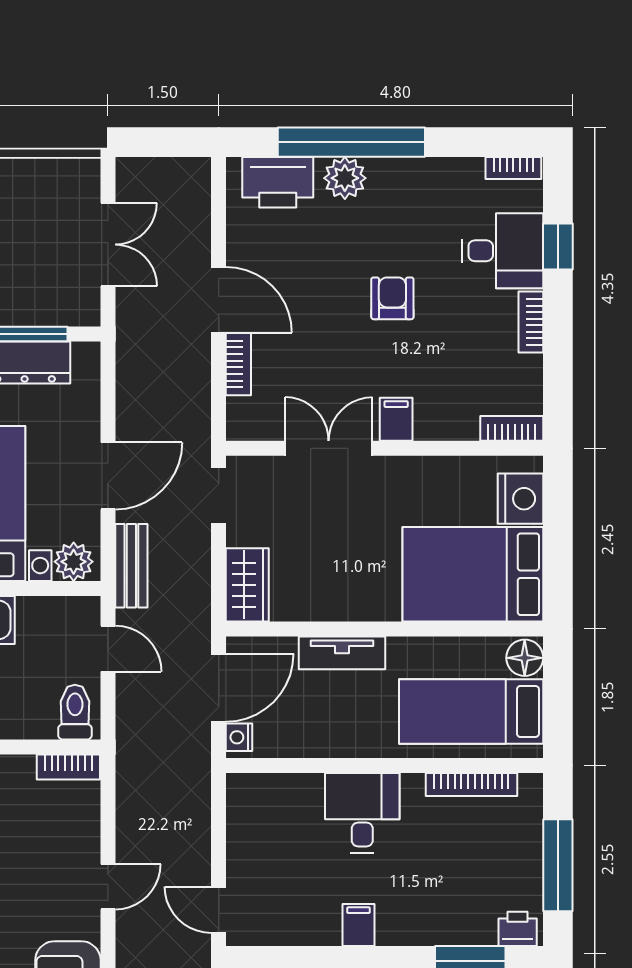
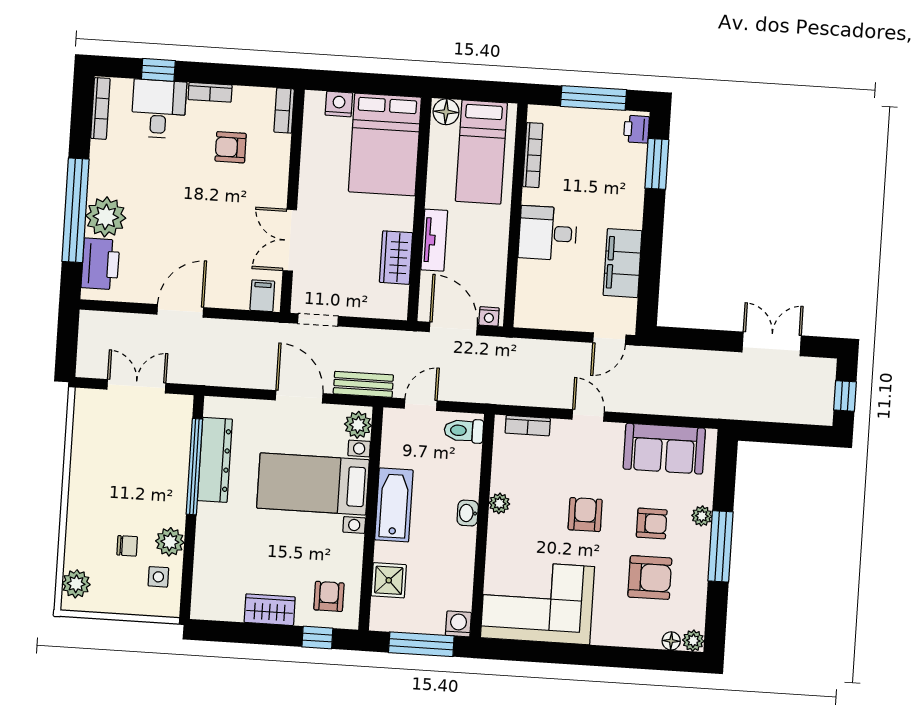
bookcase: (513, 168) -> (100, 108), width x1.56
plant: (345, 178) -> (106, 217), width x1.36, depth x1.36
armchair: (392, 298) -> (231, 147), moved
bookcase: (238, 364) -> (226, 300), removed
filing cabinet: (396, 419) -> (262, 296), moved, turned 90
nightstand: (520, 499) -> (339, 104), width x0.74, depth x0.75
wardrobe: (247, 585) -> (396, 258), moved, turned -90
bookcase: (68, 767) -> (528, 426), moved, turned 90
filing cabinet: (359, 925) -> (623, 263), width x3.00, depth x1.17

